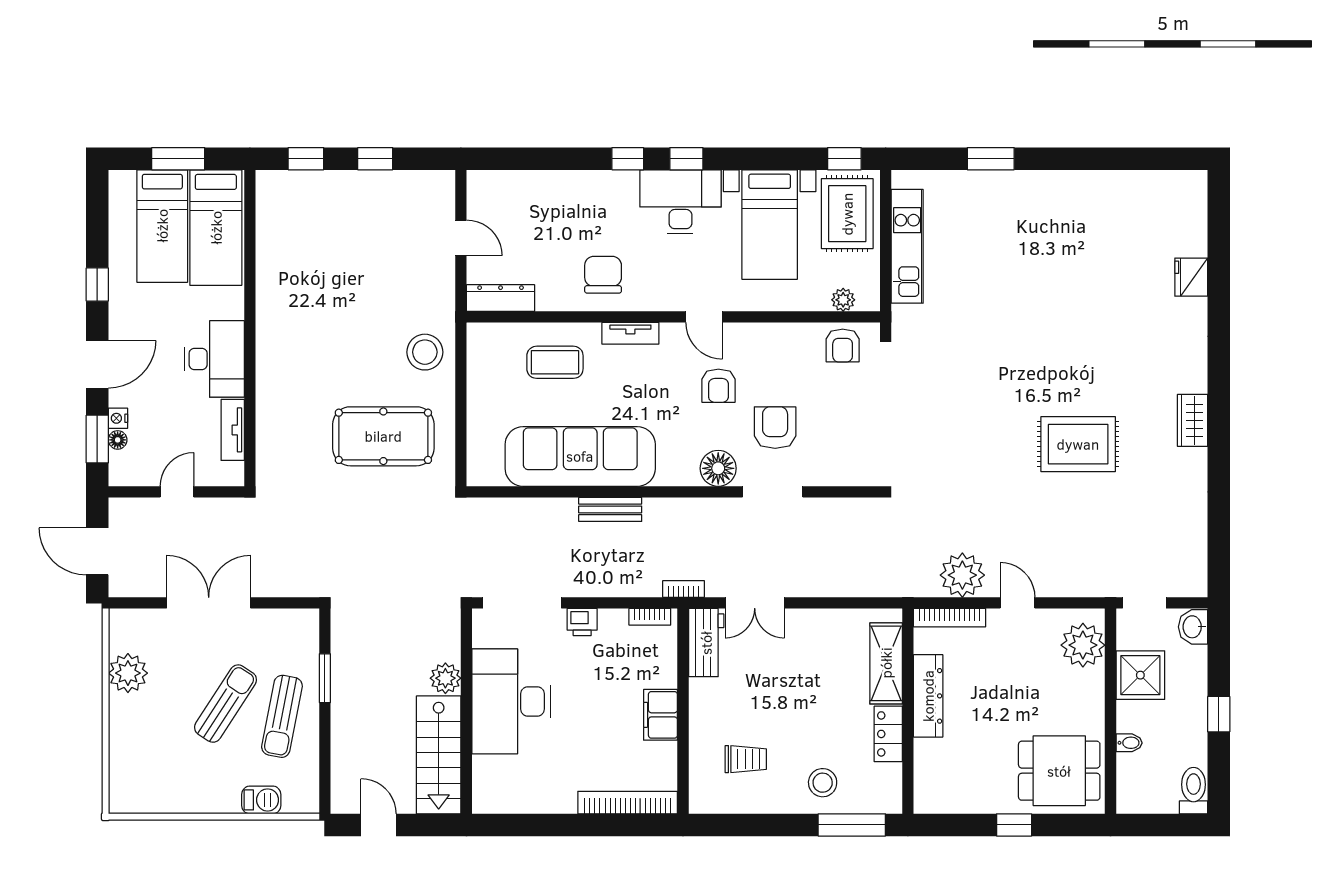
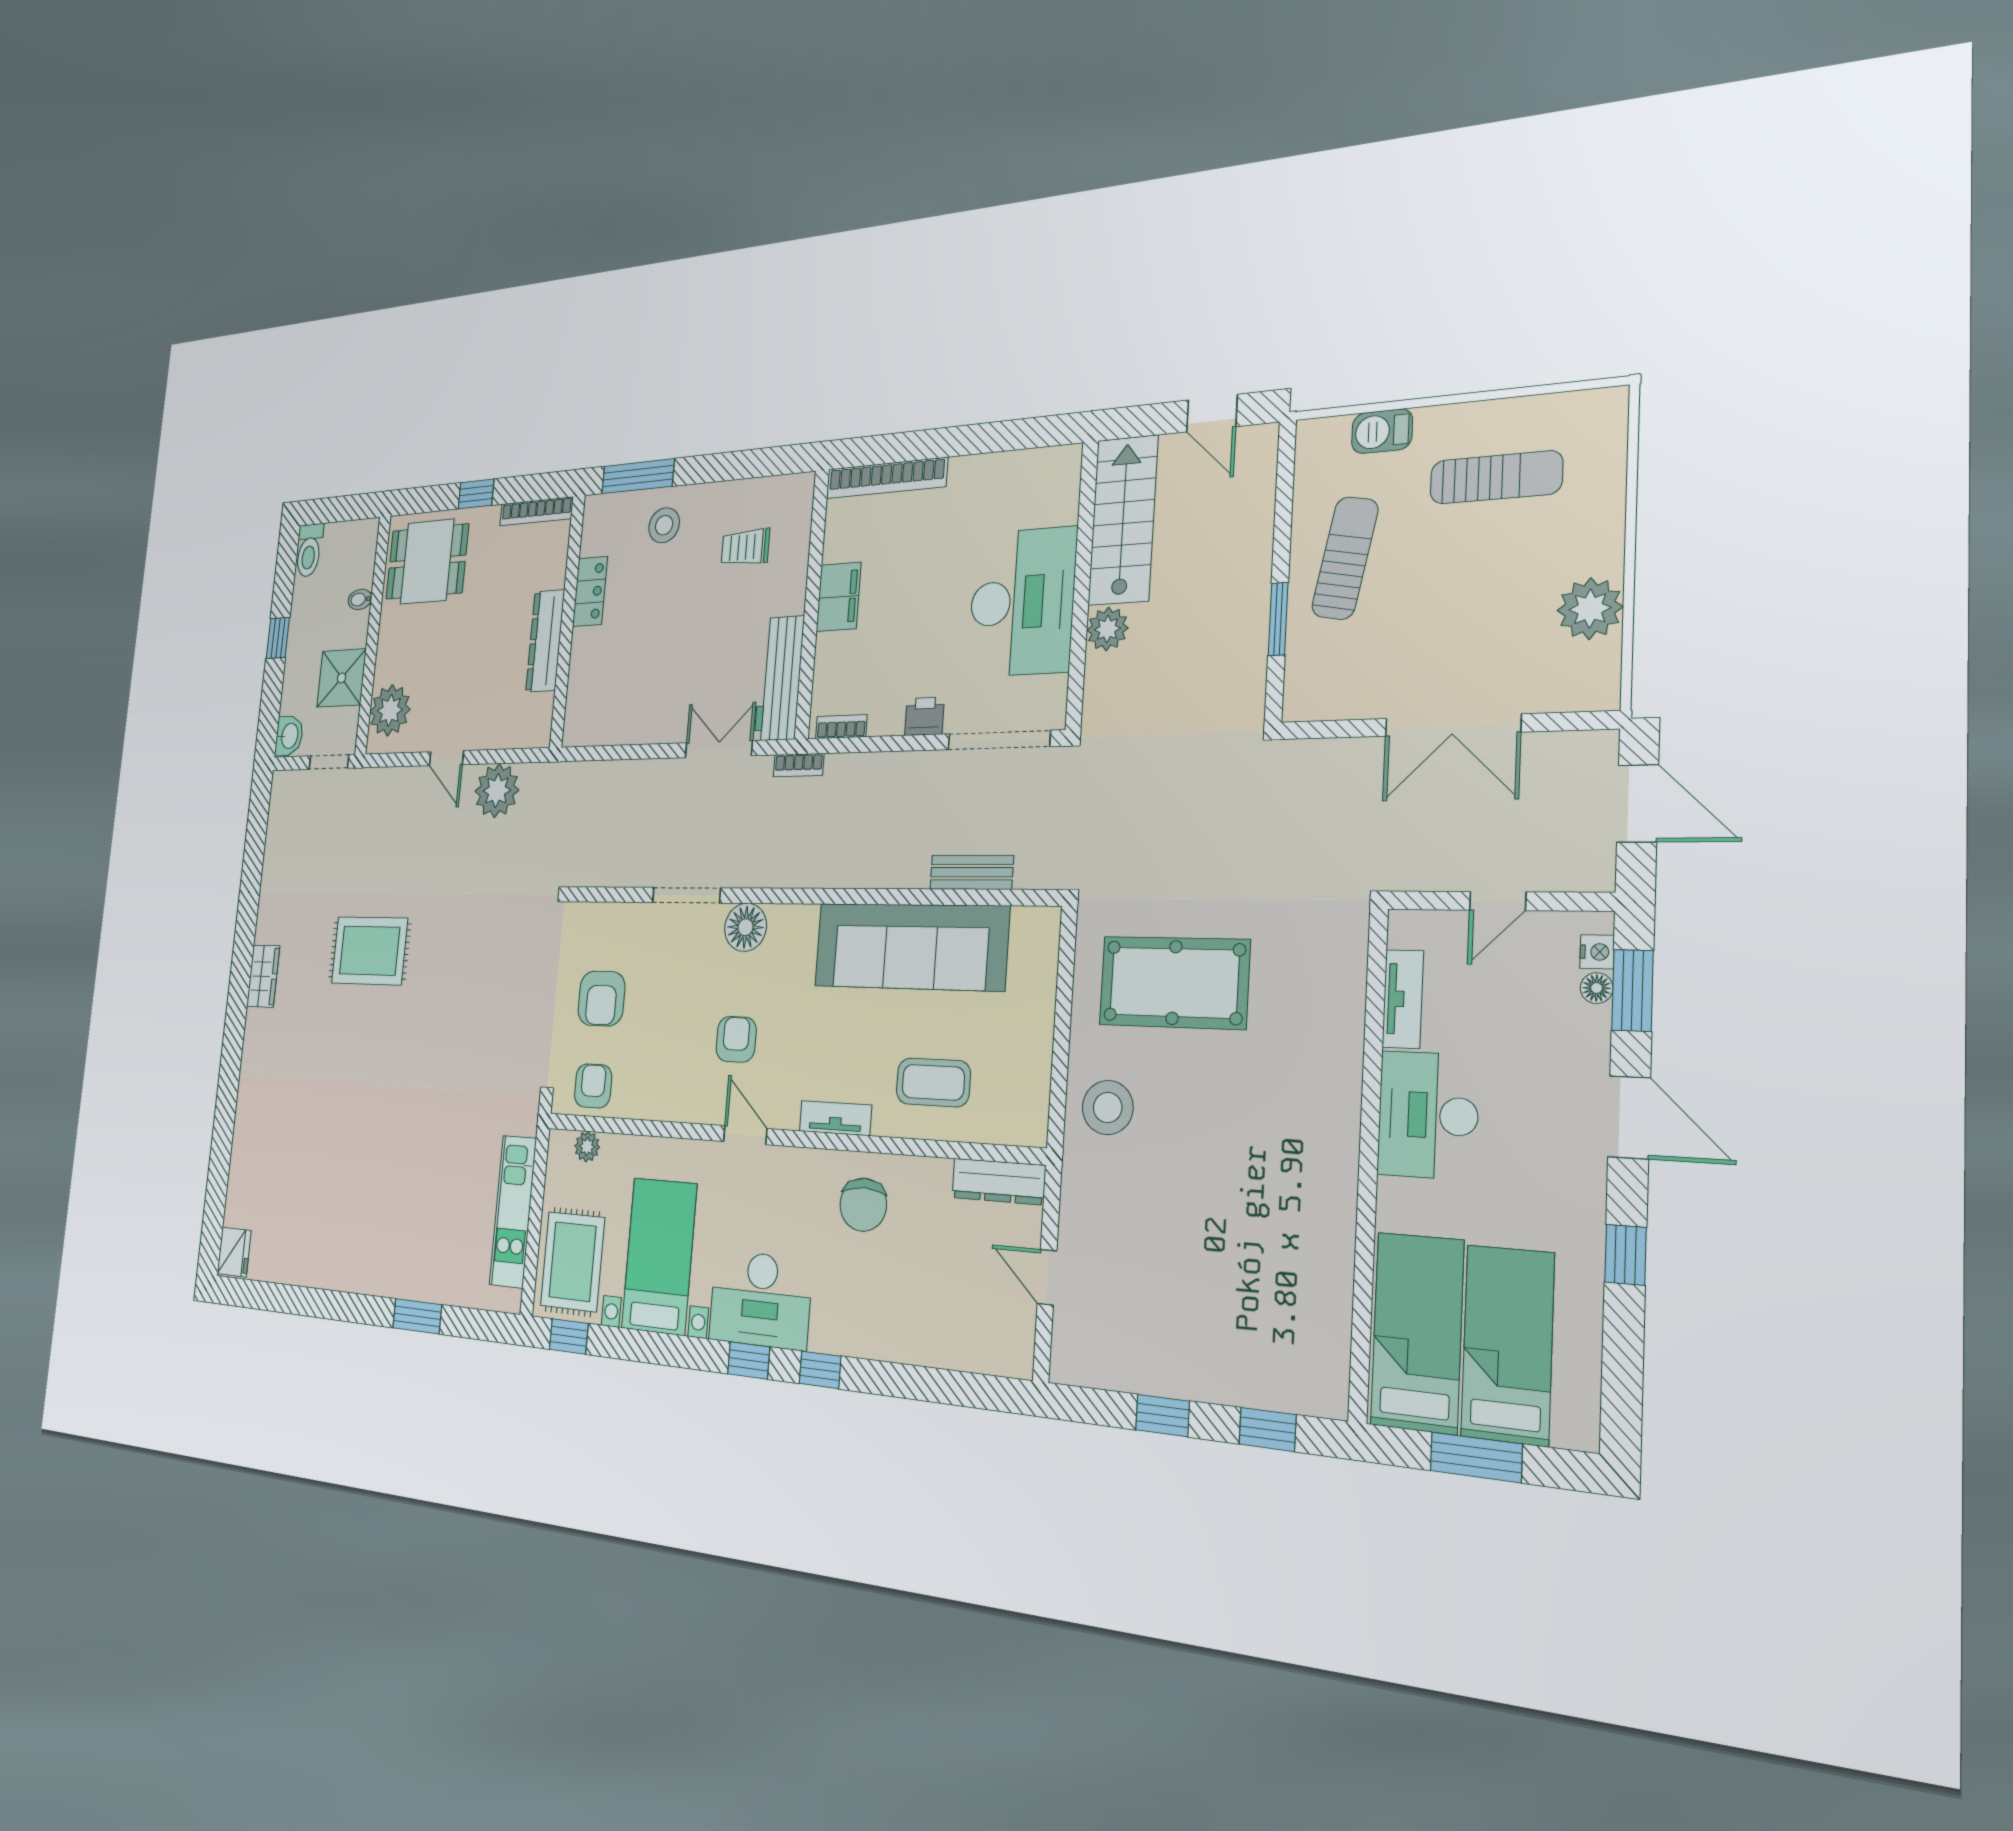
fridge: (1191, 277) -> (234, 1252), moved
door: (97, 364) -> (1629, 1117), swing flipped
nightstand: (118, 418) -> (1597, 952), moved
armchair: (775, 428) -> (601, 998), moved
bench: (610, 509) -> (972, 872), moved
bookcase: (950, 618) -> (536, 511), moved, turned 180
workbench: (706, 643) -> (779, 678), width x1.38
shelving: (886, 663) -> (584, 678), removed
sun lounger: (226, 704) -> (1496, 477), moved, turned -123

